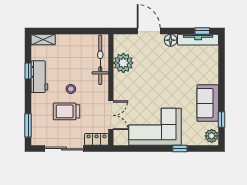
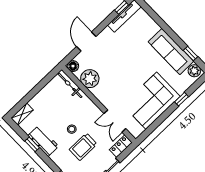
door: (149, 31) -> (86, 41), hinge flipped
floor lamp: (171, 40) -> (73, 66), moved
bicycle: (100, 60) -> (70, 85), width x0.73, depth x0.71
sofa: (208, 103) -> (171, 52), width x1.36
double door: (111, 115) -> (115, 121), swing flipped

